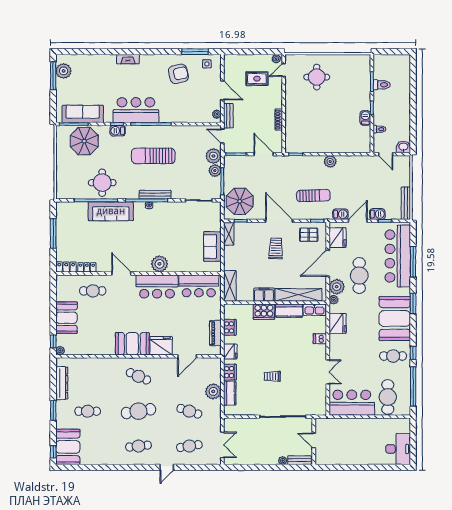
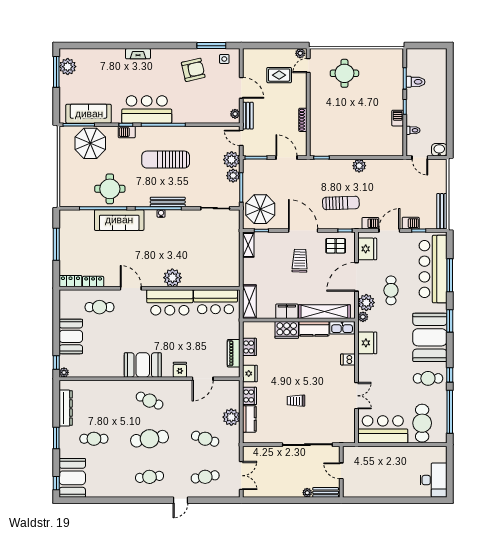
sofa: (212, 246) -> (230, 259), removed
cafe table: (359, 276) -> (391, 290), width x0.73, depth x0.74
fridge: (161, 346) -> (180, 370), width x0.53, depth x0.75

